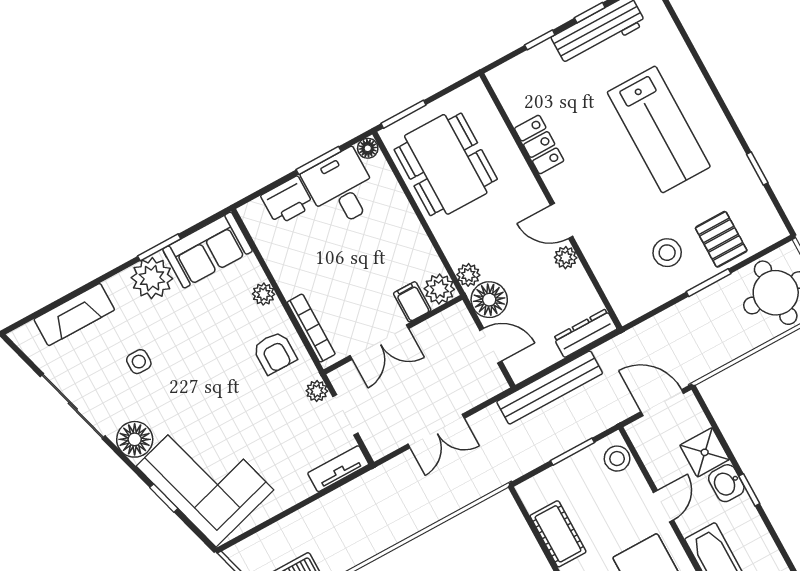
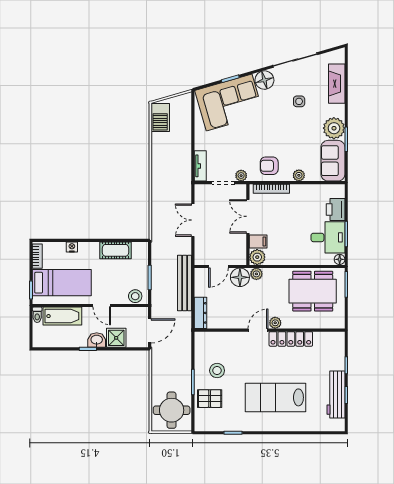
locker: (539, 144) -> (291, 339), width x1.53
plant: (566, 258) -> (275, 323), moved

